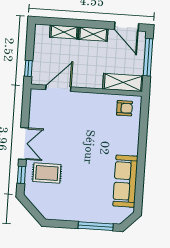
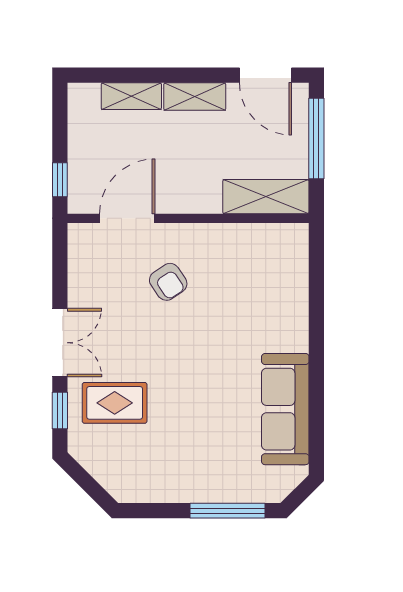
armchair: (124, 108) -> (168, 282), moved, turned 56

